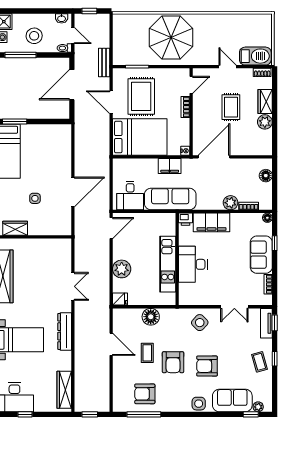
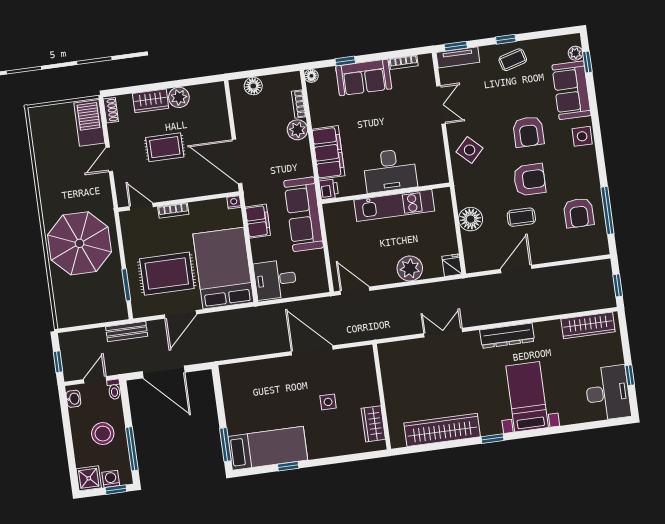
desk: (130, 196) -> (275, 280), moved, turned 180

